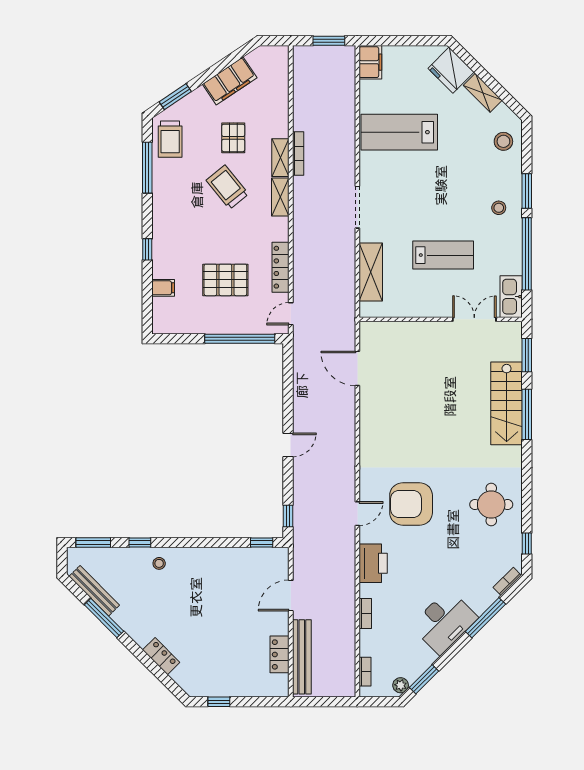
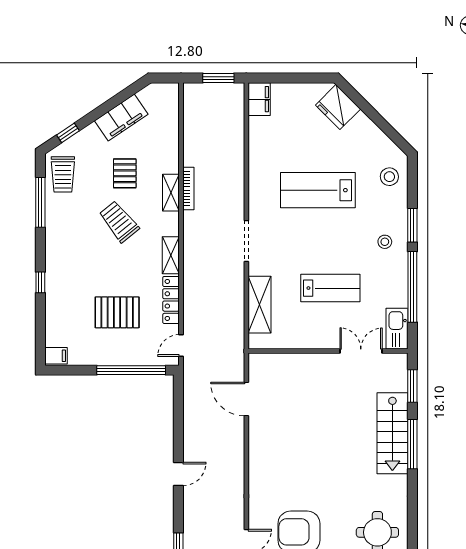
shelving: (483, 93) -> (369, 129), removed
window: (175, 97) -> (68, 133), width x0.67
lab bench: (399, 132) -> (318, 190), moved
shelving: (280, 197) -> (171, 255), moved
filing cabinet: (163, 288) -> (56, 356), moved

